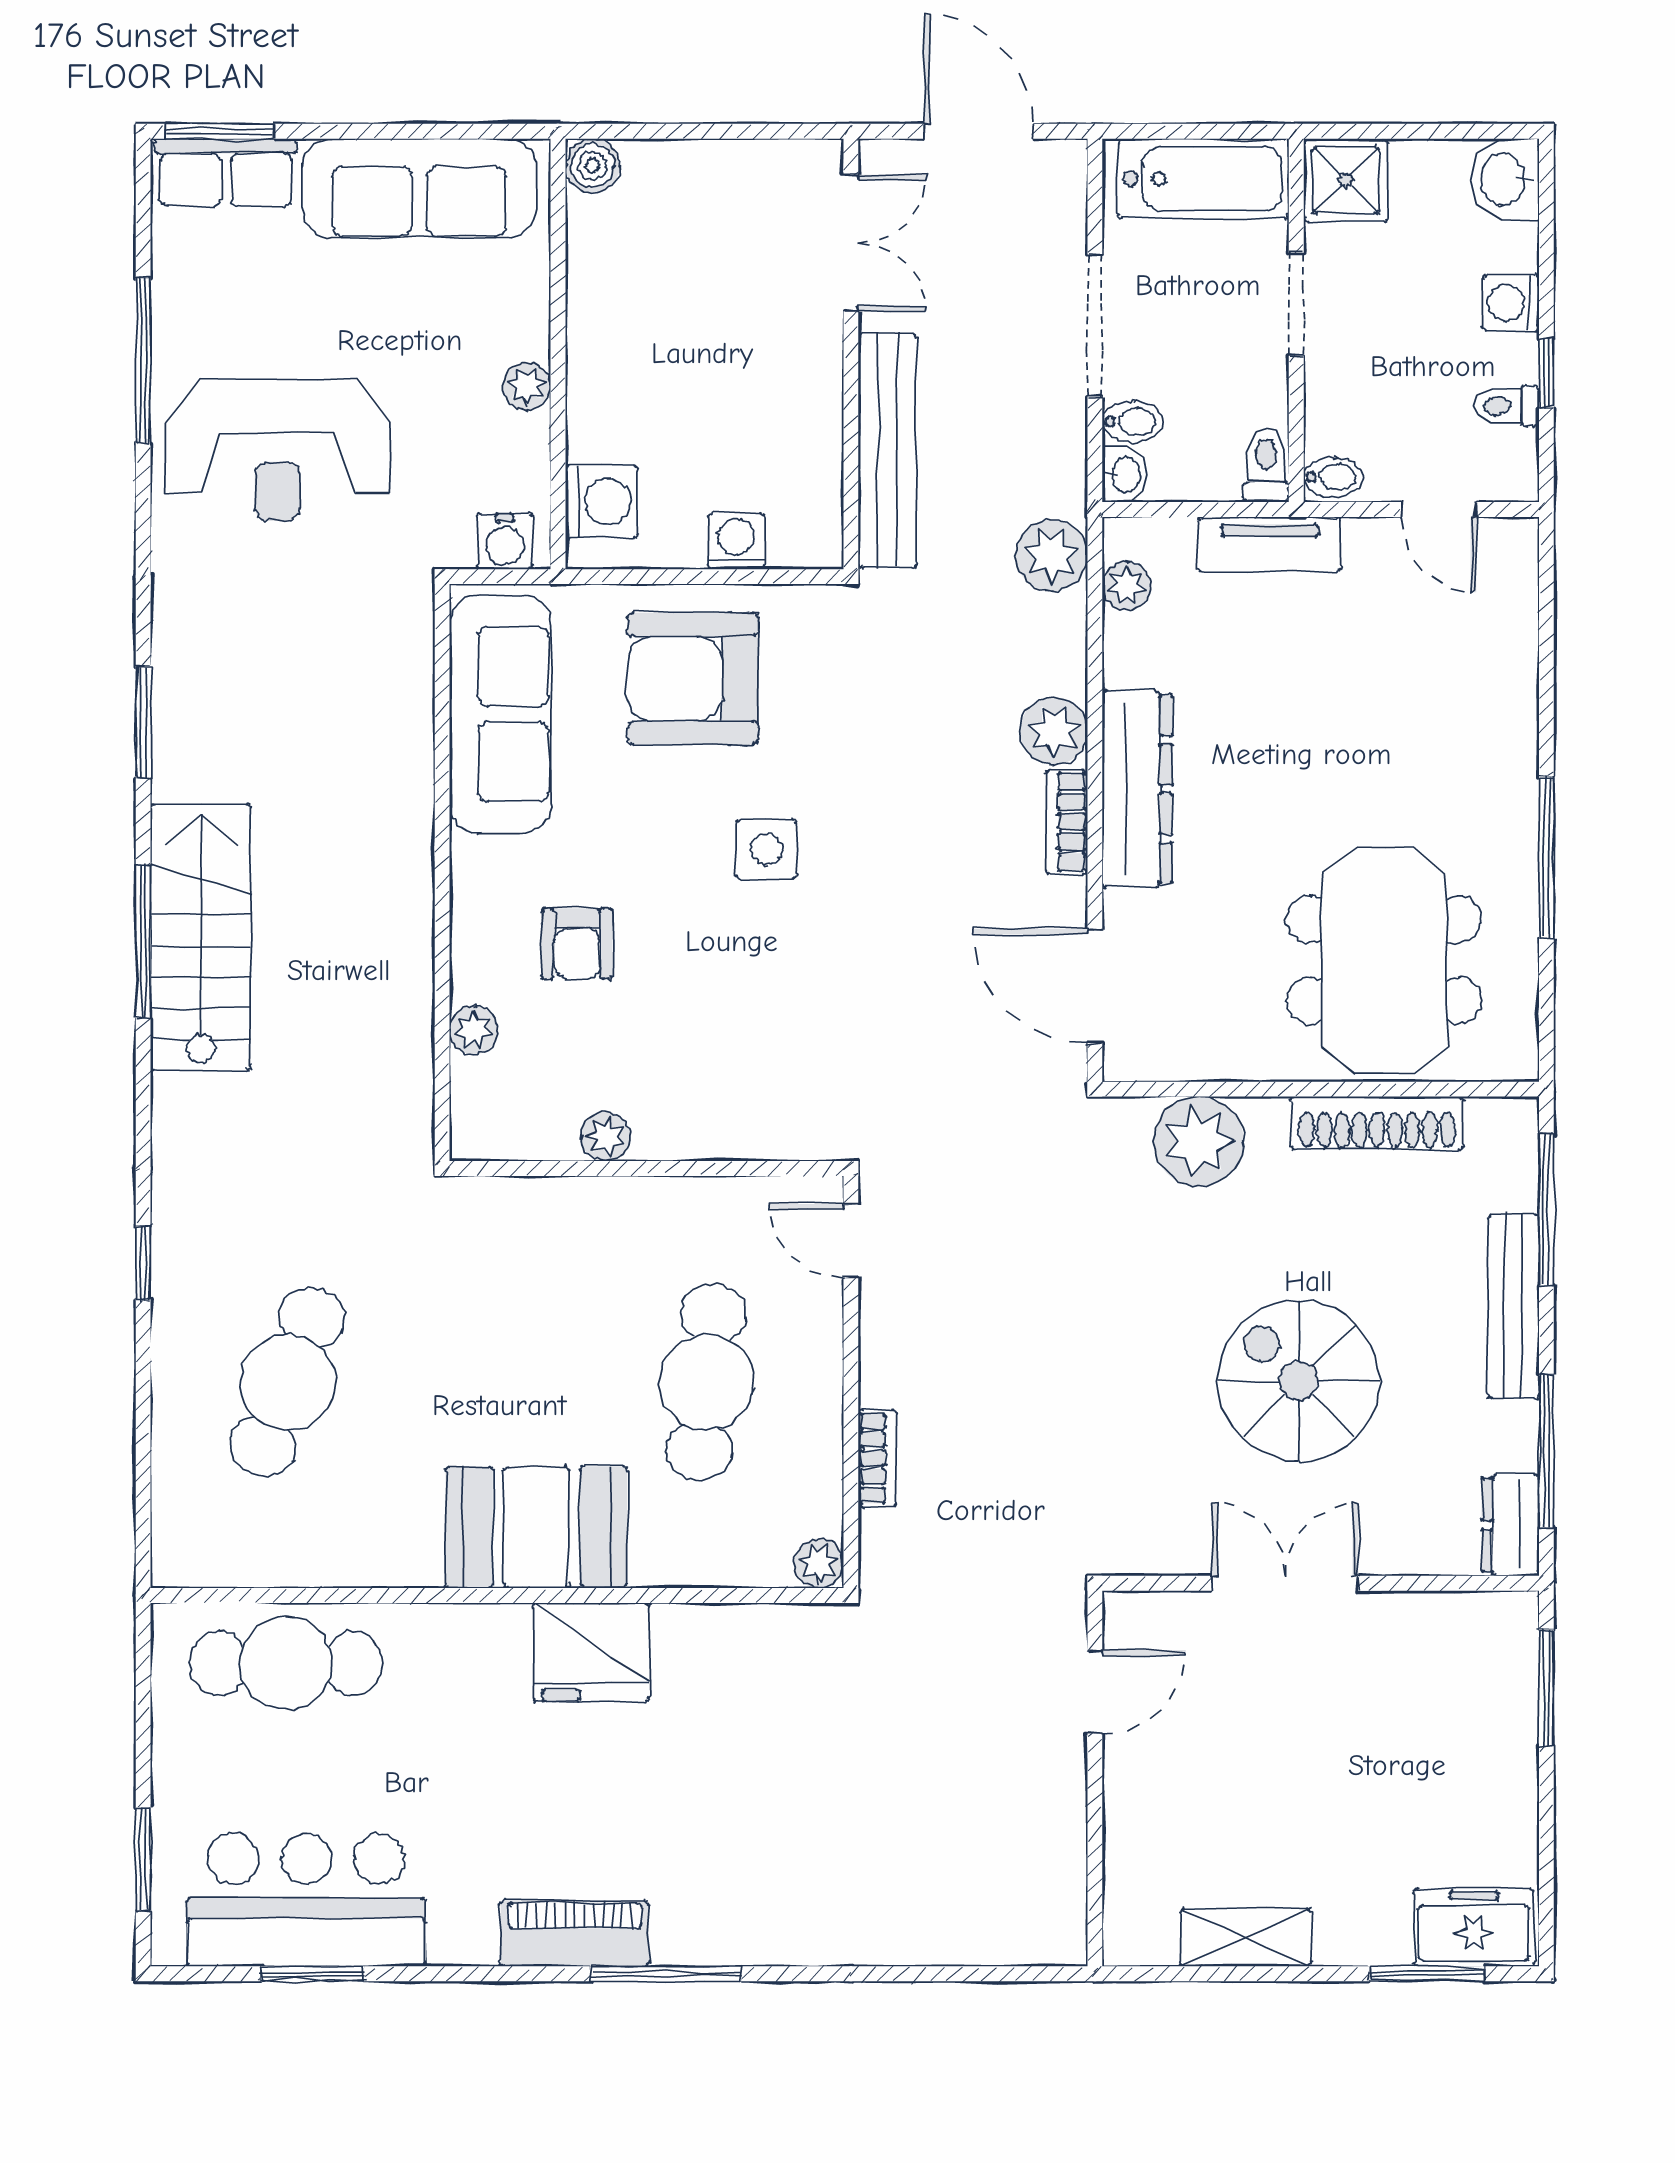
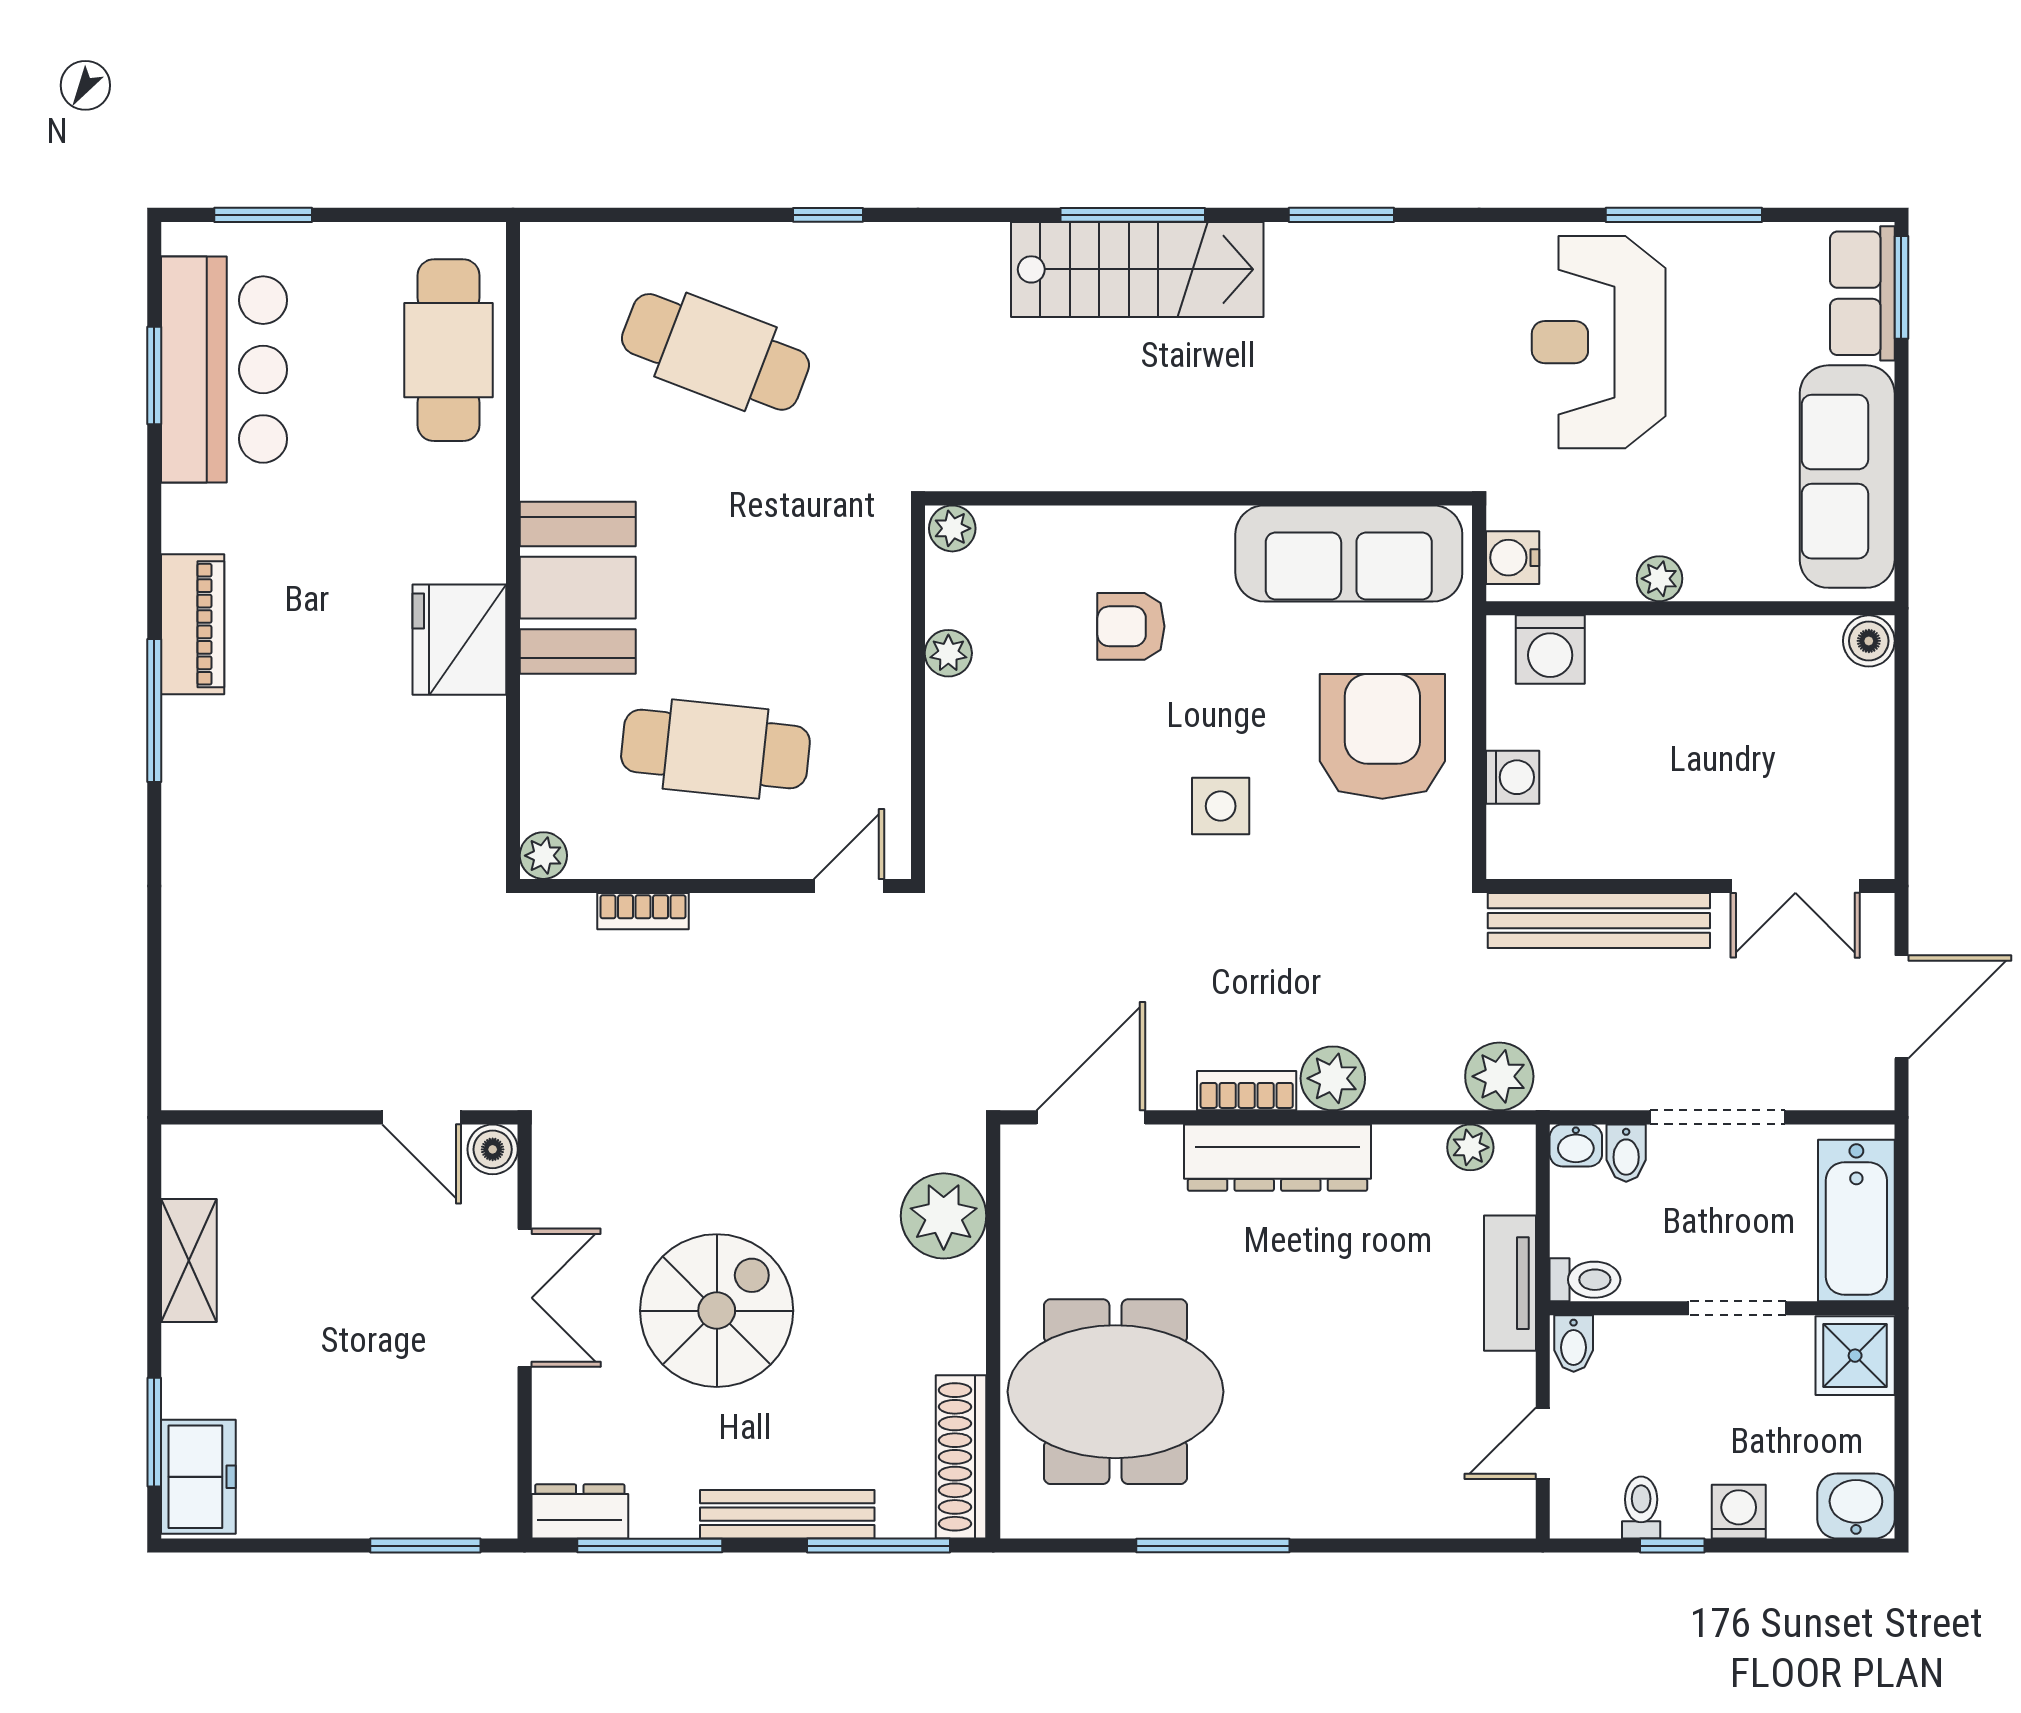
plant: (474, 1030) -> (952, 528), moved
shoe rack: (1377, 1123) -> (961, 1457), moved
boiler: (1129, 1617) -> (493, 1149), added

